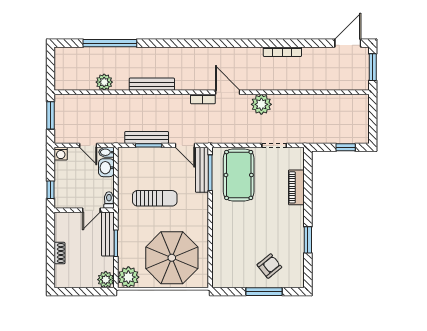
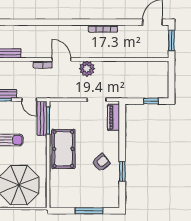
pool table: (239, 175) -> (63, 149), moved
piano: (296, 187) -> (114, 117), moved
armchair: (269, 266) -> (101, 162), moved

